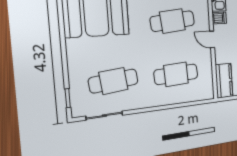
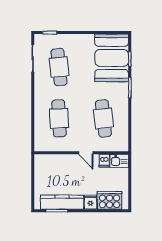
door: (212, 39) -> (86, 153), swing flipped
kitchen counter: (224, 81) -> (49, 162), removed

